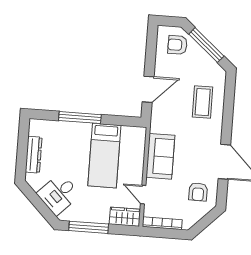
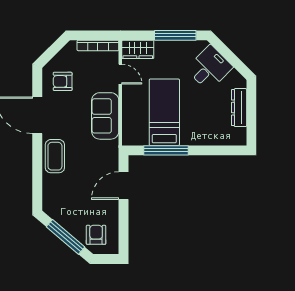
armchair: (177, 45) -> (96, 235), turned -90
coffee table: (203, 102) -> (55, 156), moved
window: (80, 118) -> (166, 150), moved
armchair: (198, 192) -> (63, 81), turned -90

